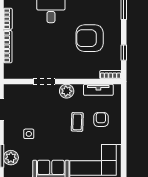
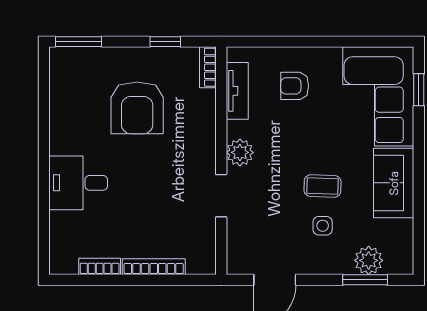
coffee table: (77, 122) -> (322, 186), moved

